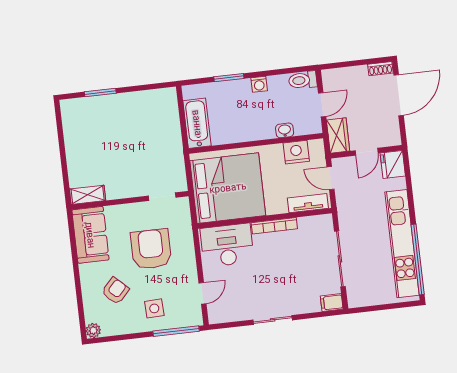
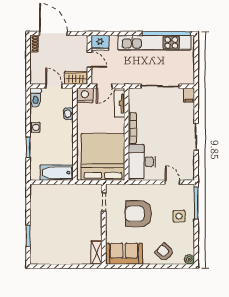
nightstand: (296, 152) -> (85, 95), moved, turned 90
armchair: (115, 291) -> (164, 252), moved

